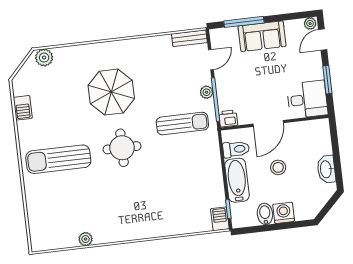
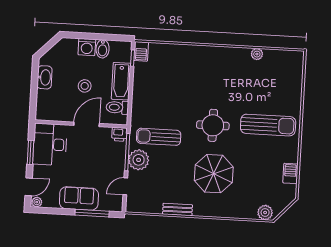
bench: (189, 38) -> (178, 210), moved
plant: (207, 92) -> (139, 160), width x1.88, depth x1.88
desk: (307, 99) -> (50, 144), width x1.37

